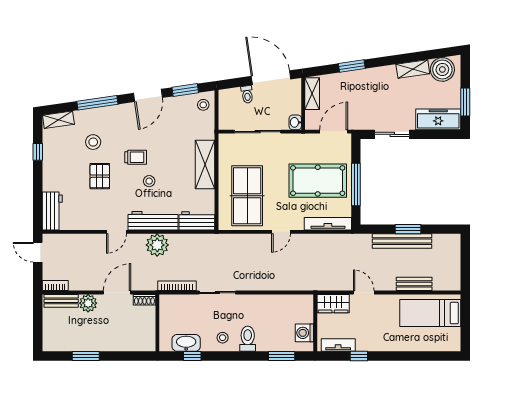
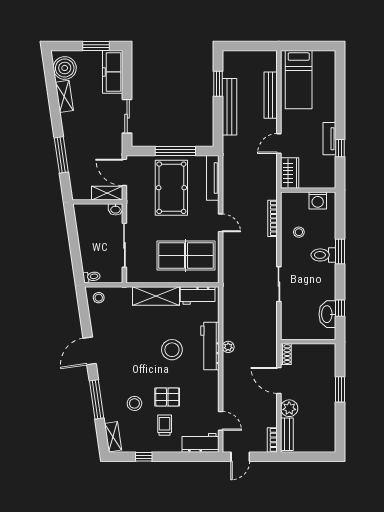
window: (352, 66) -> (61, 155), width x1.44
door: (271, 78) -> (72, 233), removed
window: (185, 90) -> (84, 315), removed
toilet: (247, 94) -> (92, 277), moved
shelving: (312, 94) -> (107, 193), moved
door: (148, 95) -> (90, 351), swing flipped
trolley: (136, 157) -> (165, 425), moved
stool: (149, 181) -> (172, 350), width x1.89, depth x1.89
workbench: (197, 221) -> (198, 295), moved, turned -90
window: (408, 229) -> (218, 84), moved
door: (116, 232) -> (221, 421), moved
plant: (157, 245) -> (228, 347), width x0.53, depth x0.53
bench: (414, 284) -> (271, 95), width x1.36
bookcase: (177, 286) -> (273, 218), moved
stool: (223, 338) -> (299, 232), moved
tv unit: (338, 345) -> (329, 139), moved
window: (86, 356) -> (340, 389), moved
window: (282, 356) -> (340, 251), moved

